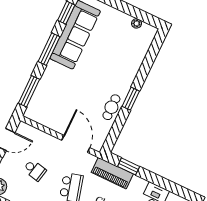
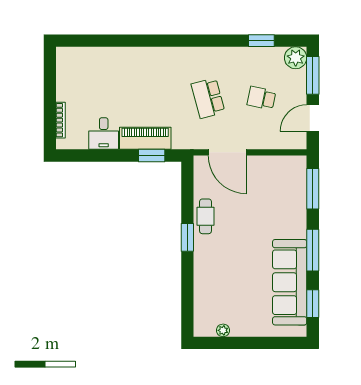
piano: (112, 173) -> (145, 138), moved

